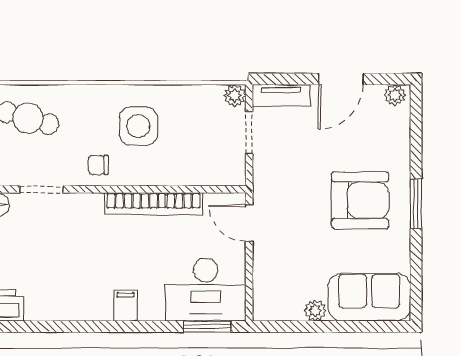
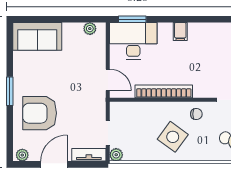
side table: (138, 126) -> (173, 137), turned 36
armchair: (360, 200) -> (40, 113), moved
plant: (315, 311) -> (90, 29), moved

